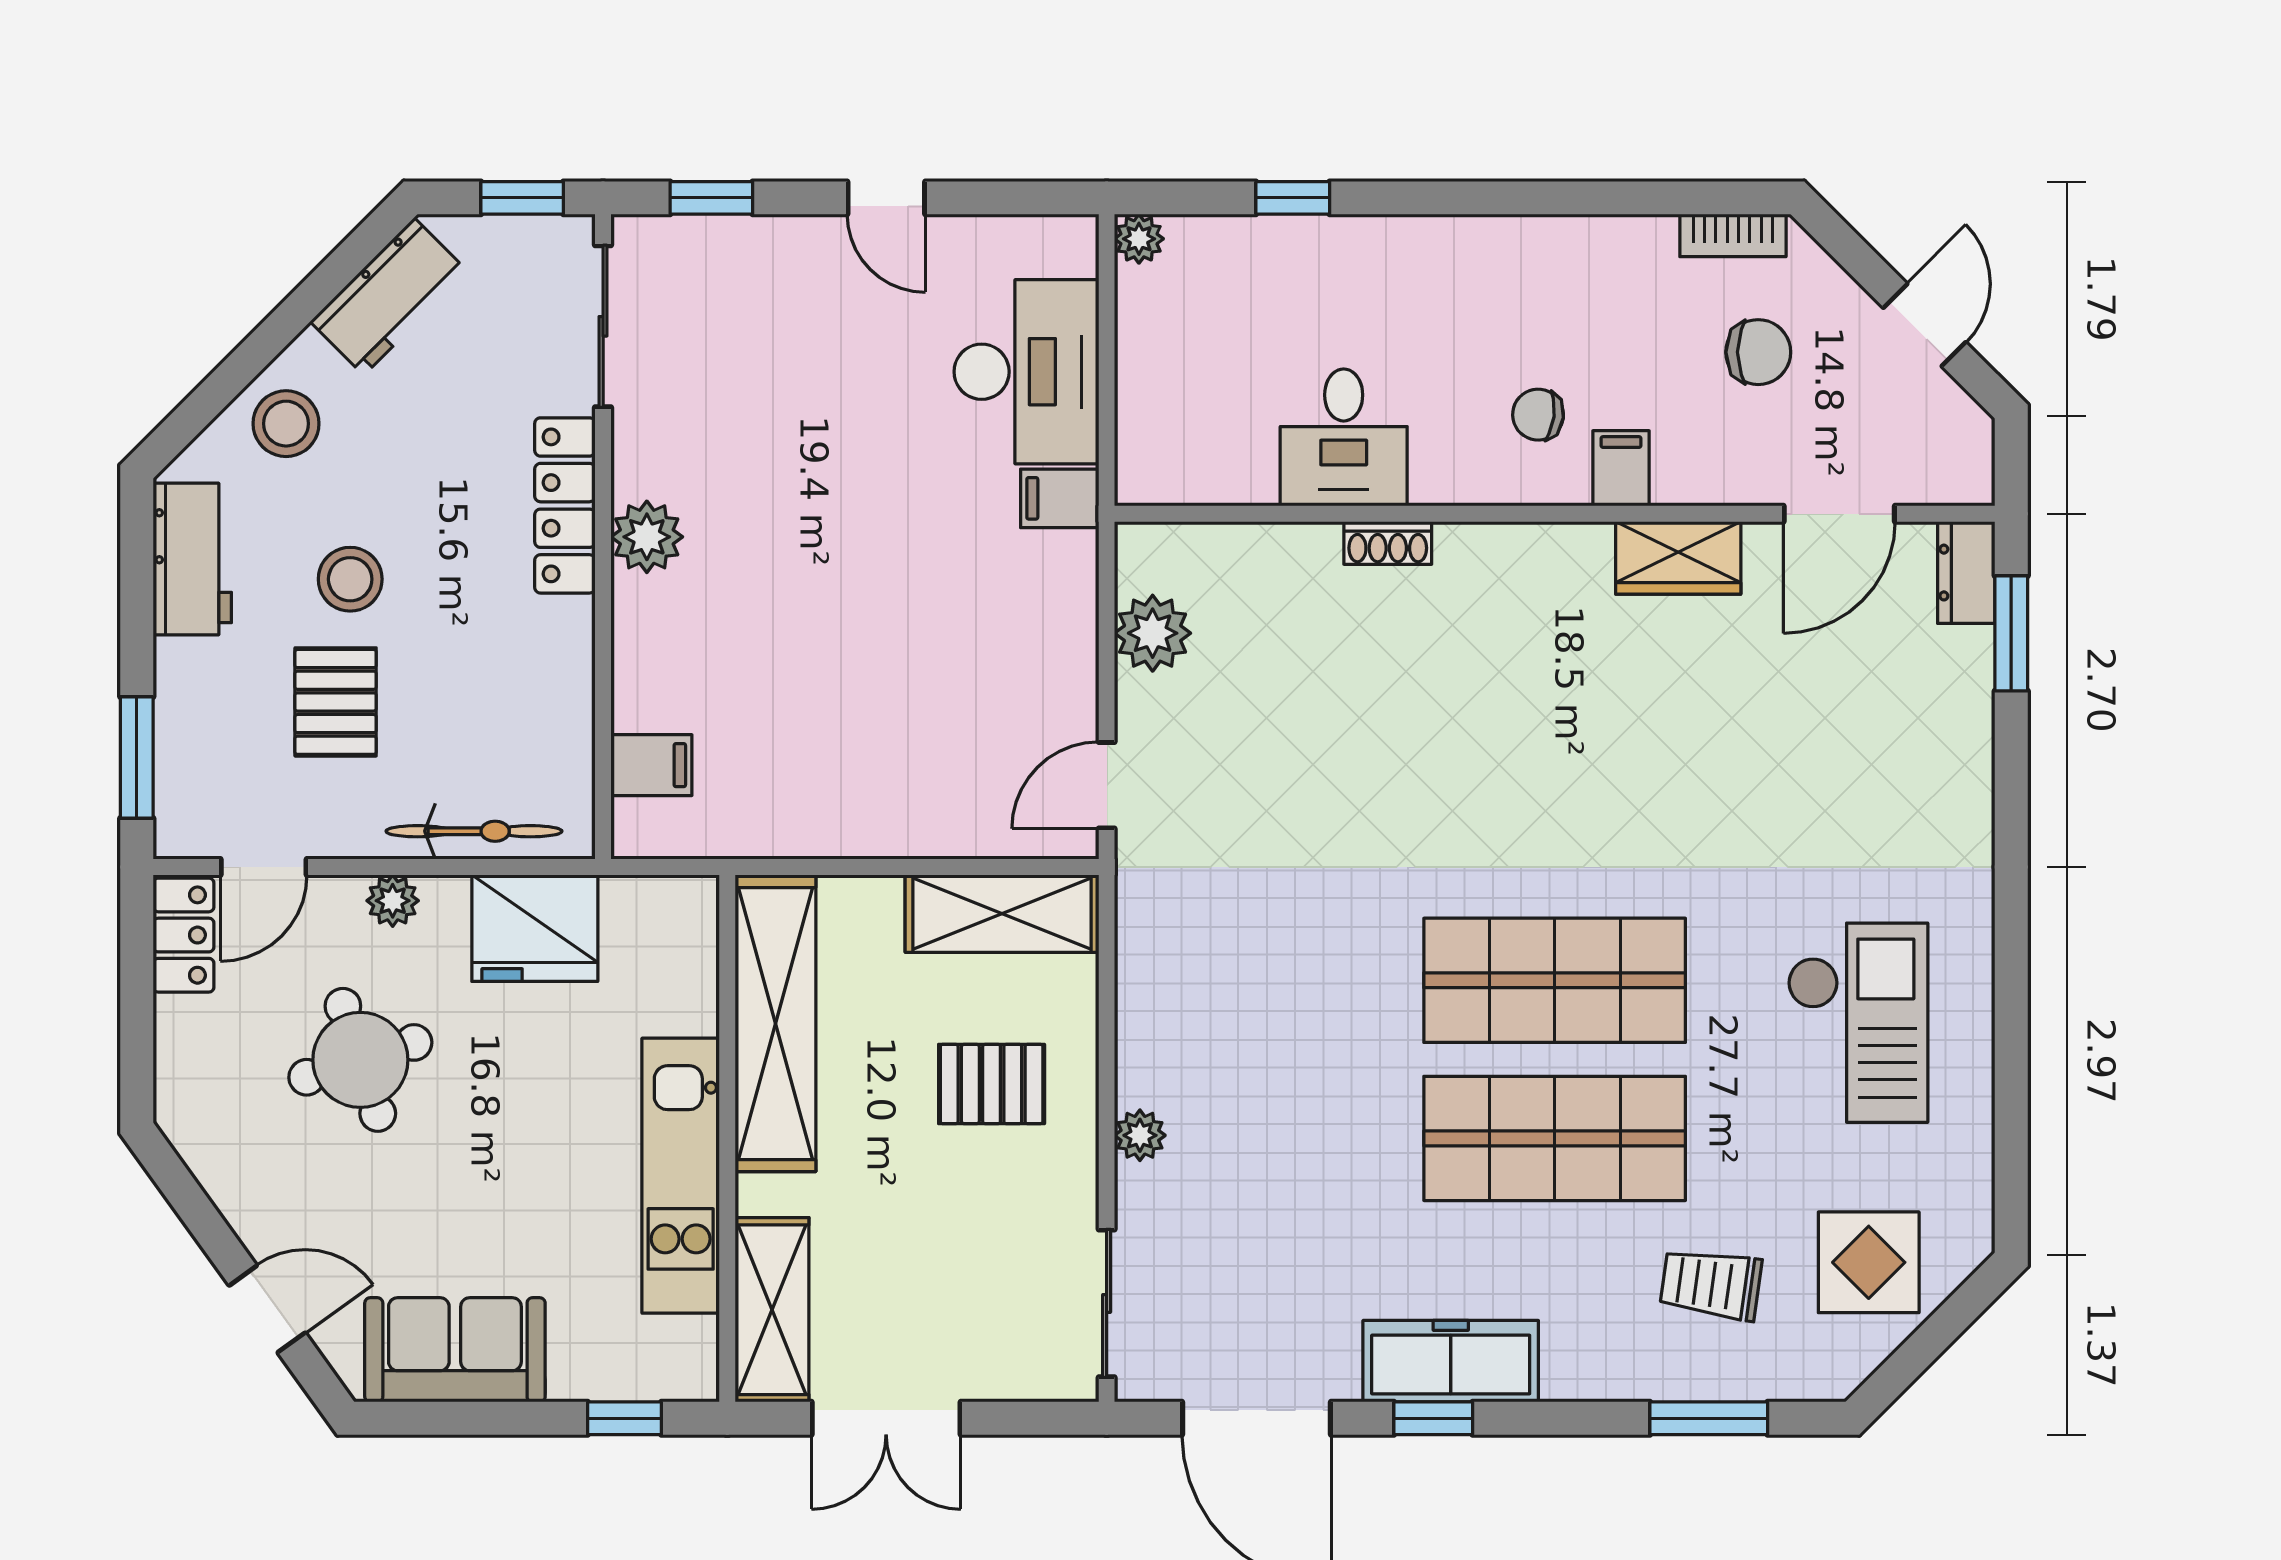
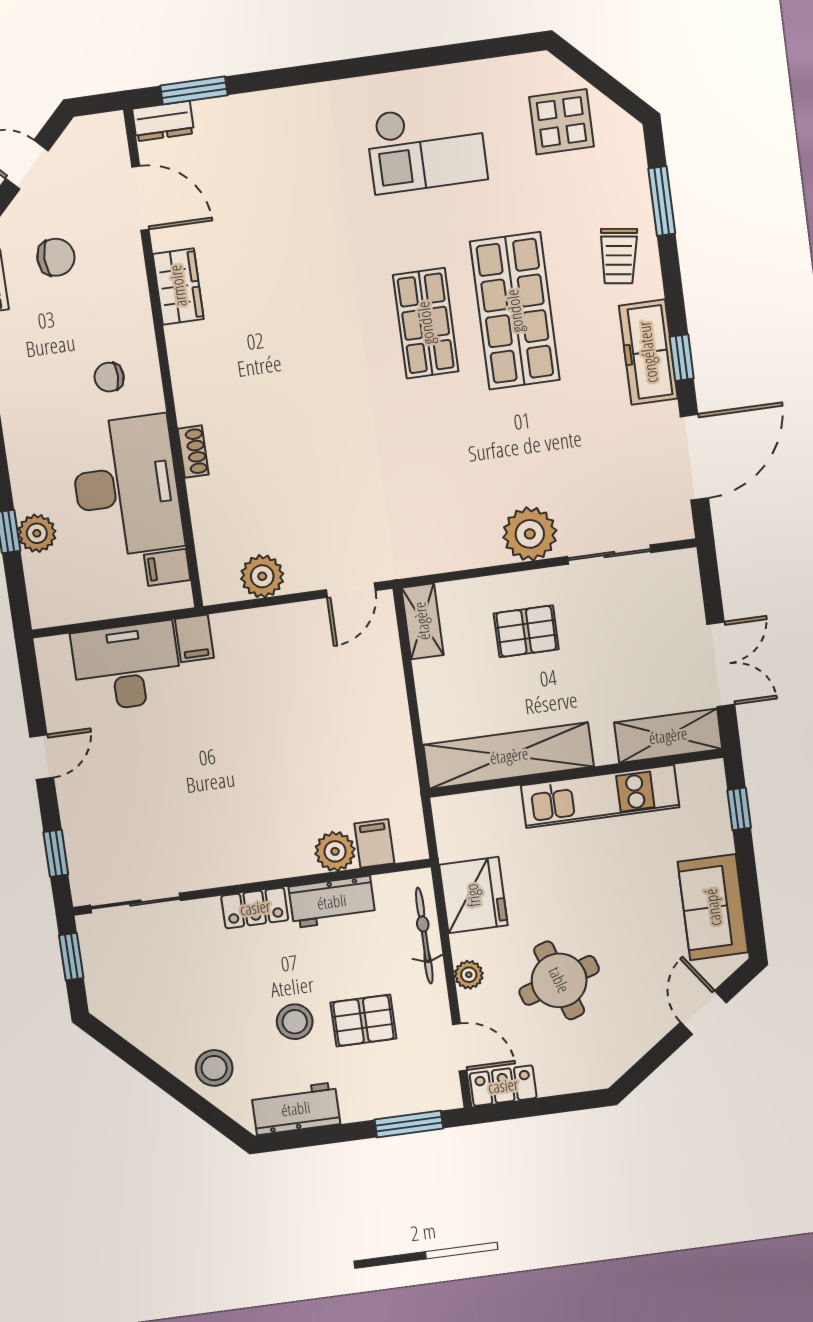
plant: (1139, 239) -> (37, 533), moved, width x1.38, depth x1.38
workbench: (389, 297) -> (332, 902), moved, turned 135
chair: (1758, 352) -> (56, 257), turned 90
chair: (1538, 415) -> (109, 377), turned 83
desk: (1344, 437) -> (126, 486), width x1.87, depth x1.30
filing cabinet: (1621, 468) -> (167, 567), moved
locker: (565, 505) -> (255, 908), width x0.66
plant: (647, 537) -> (335, 851), moved
door: (1107, 785) -> (351, 590), hinge flipped
shelving: (1002, 914) -> (422, 621), width x0.67, depth x0.75
shop shelf: (1555, 980) -> (426, 323), width x0.70, depth x0.74
checkout: (1858, 1023) -> (426, 147), turned 180
pallet: (992, 1084) -> (526, 631), turned 90
plant: (1140, 1135) -> (530, 534), width x1.88, depth x1.88
trolley: (1711, 1284) -> (619, 256), moved
sliding door: (1107, 1303) -> (609, 555), moved

